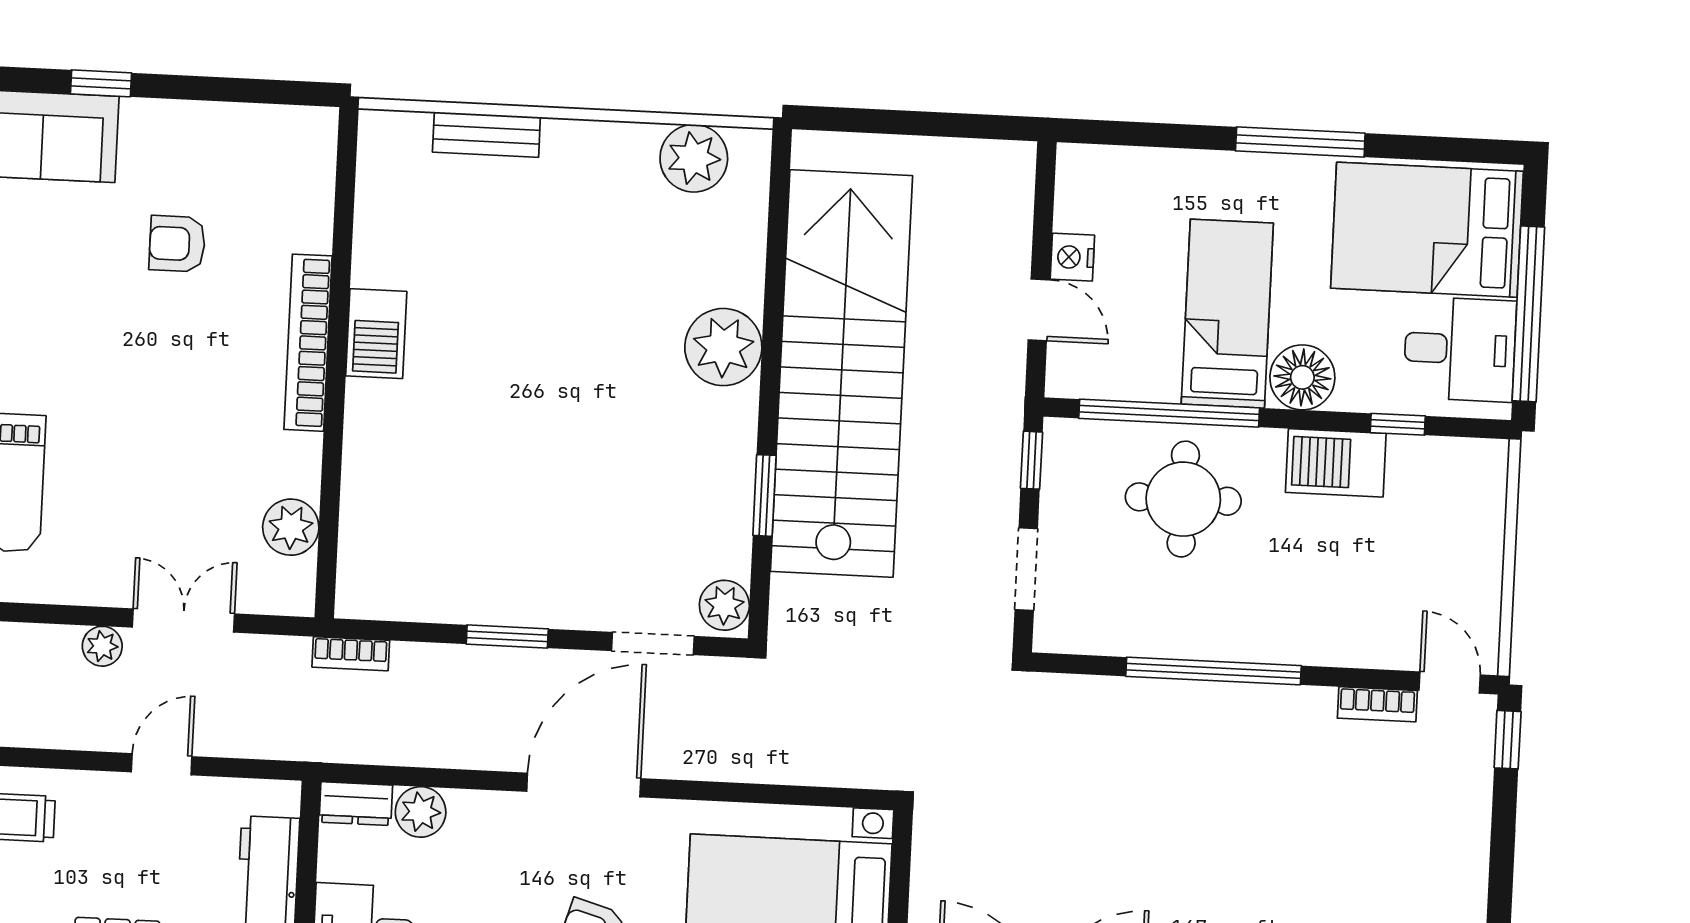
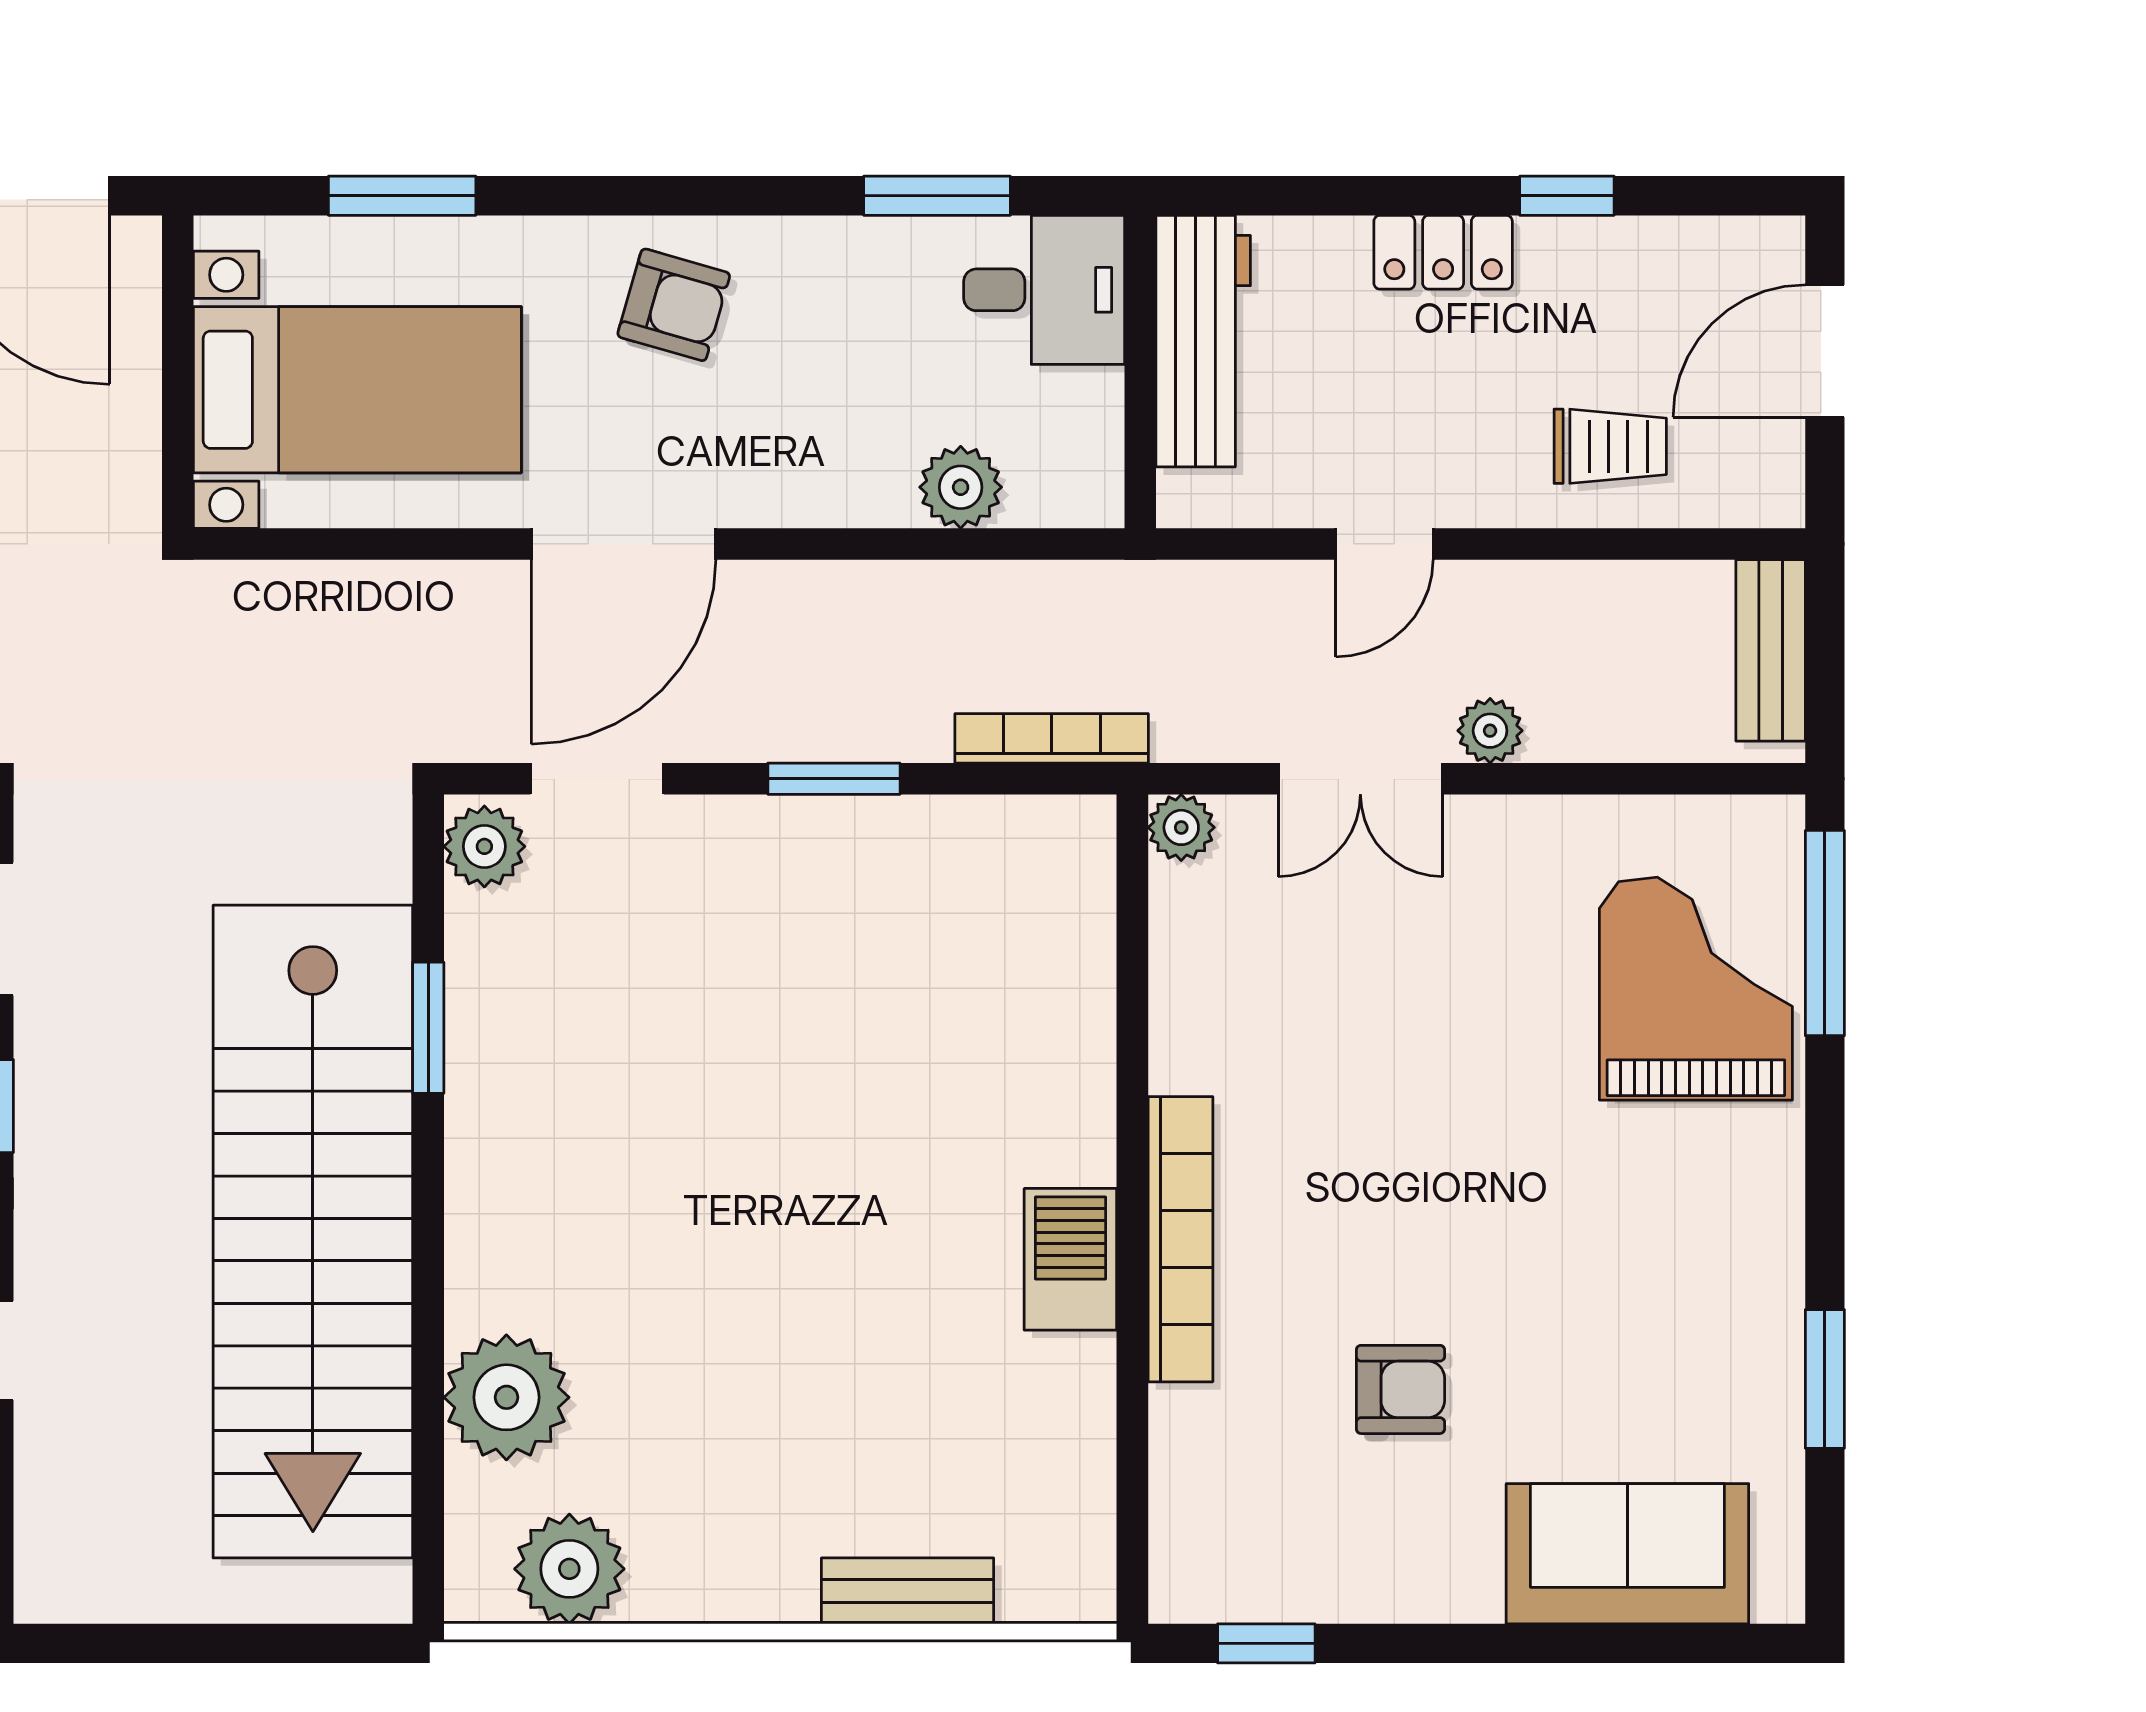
window: (101, 83) -> (1266, 1643), moved
plant: (723, 347) -> (506, 1397), moved
plant: (291, 527) -> (1181, 827), moved, width x0.73, depth x0.73
bookcase: (351, 654) -> (1052, 738), width x1.56
door: (584, 785) -> (624, 544), moved
dresser: (356, 804) -> (1066, 495), removed

